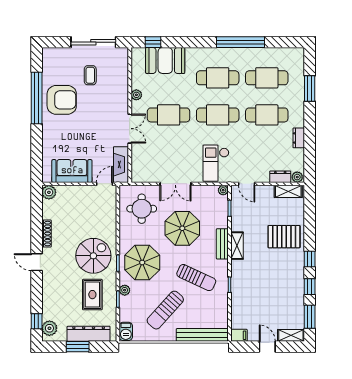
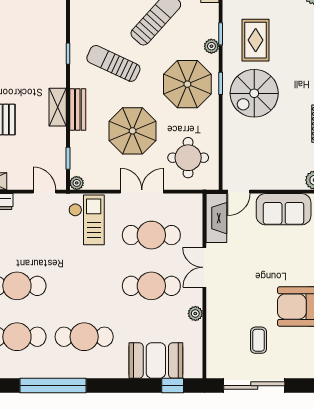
cafe table: (218, 115) -> (151, 235), moved

